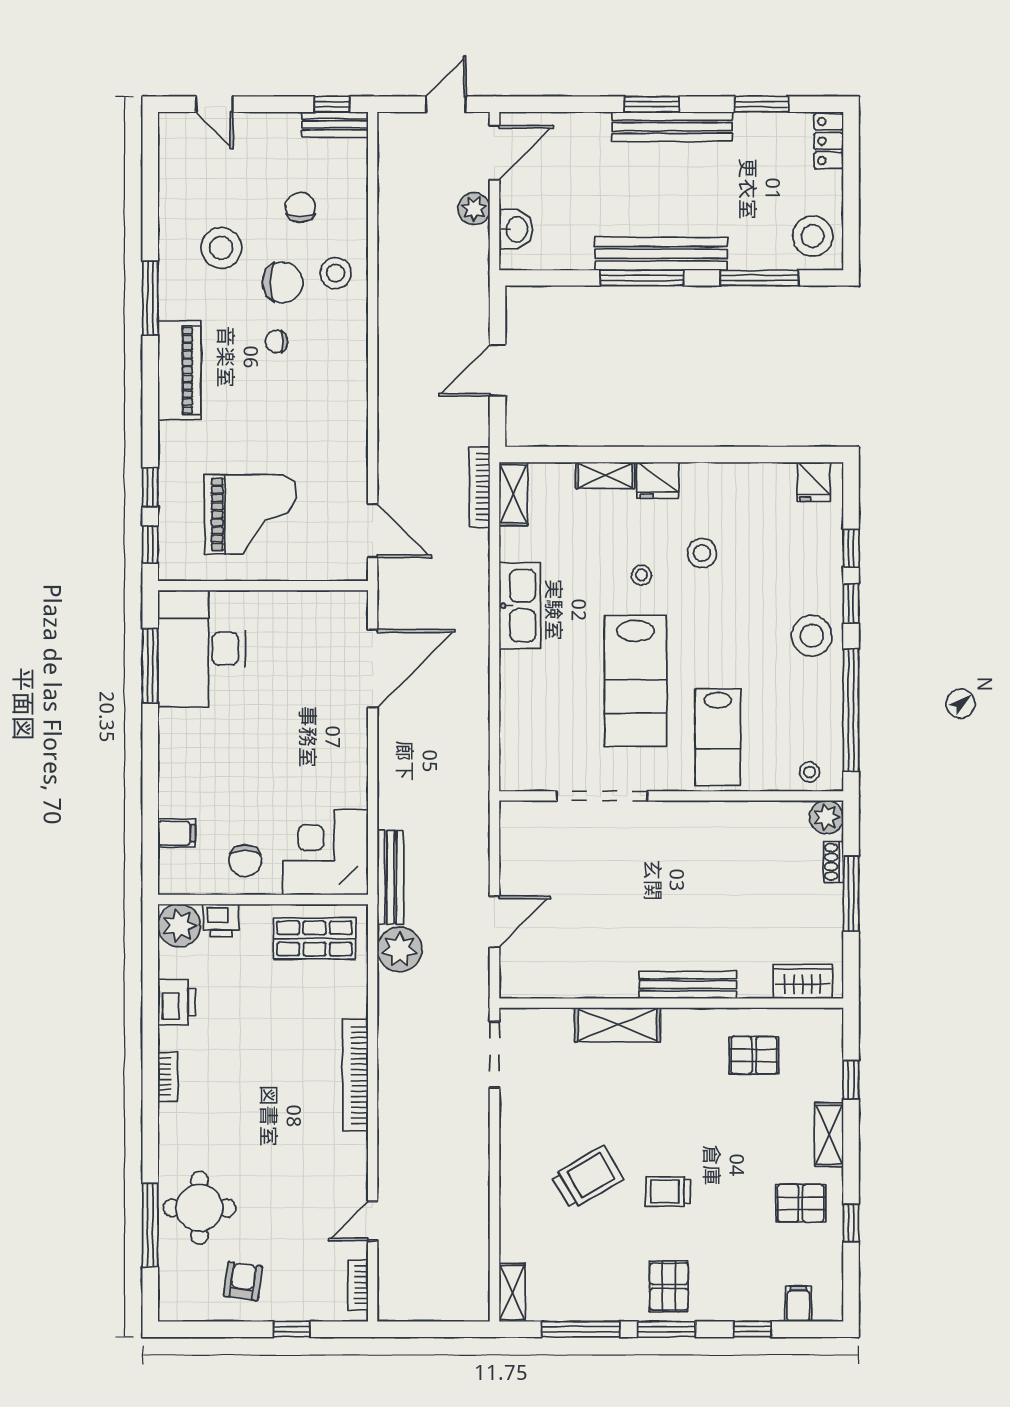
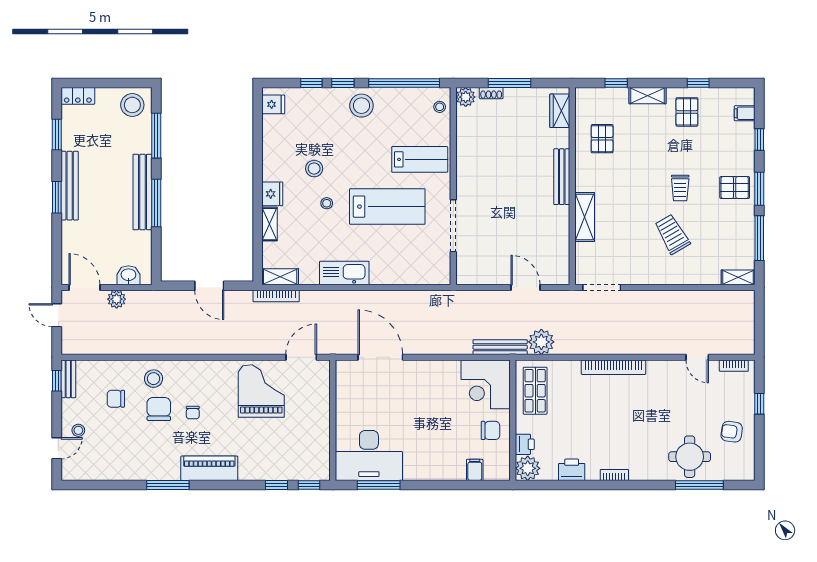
stool: (221, 248) -> (78, 430), moved, width x0.53, depth x0.53
grand piano: (250, 514) -> (261, 391), moved

